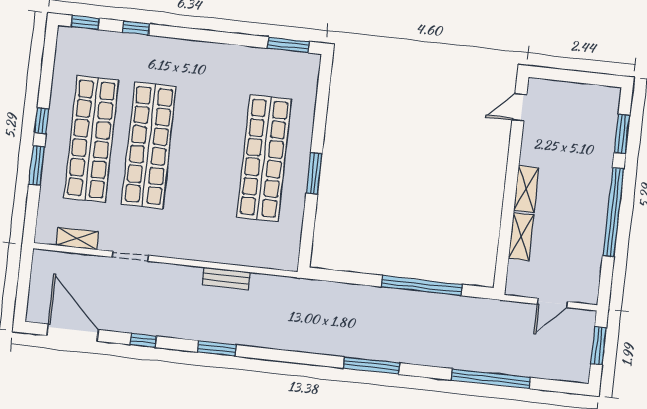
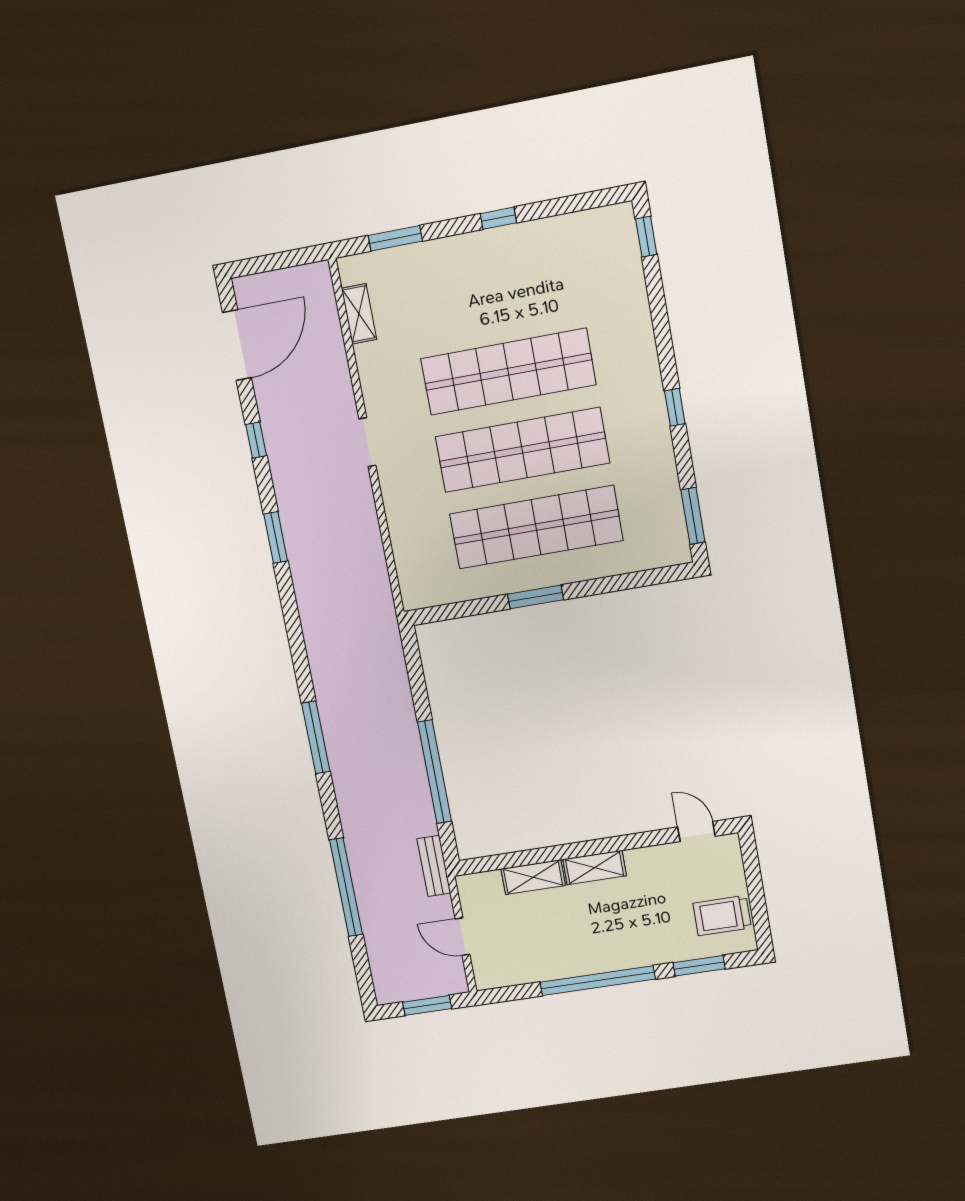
window: (136, 28) -> (675, 407), moved
trolley: (588, 106) -> (722, 915), added
shop shelf: (91, 139) -> (522, 450), moved
window: (37, 165) -> (395, 238), moved
doorway: (130, 256) -> (367, 442), moved
bench: (226, 278) -> (434, 866), moved

